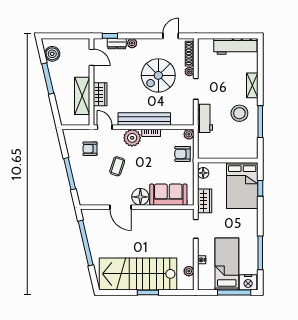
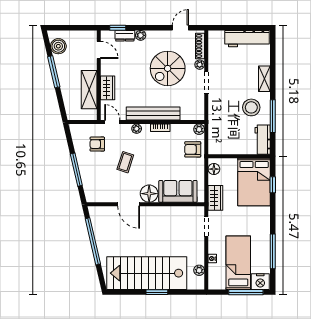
workbench: (205, 118) -> (263, 140), moved, turned 180
plant: (132, 138) -> (137, 129), width x0.53, depth x0.53

